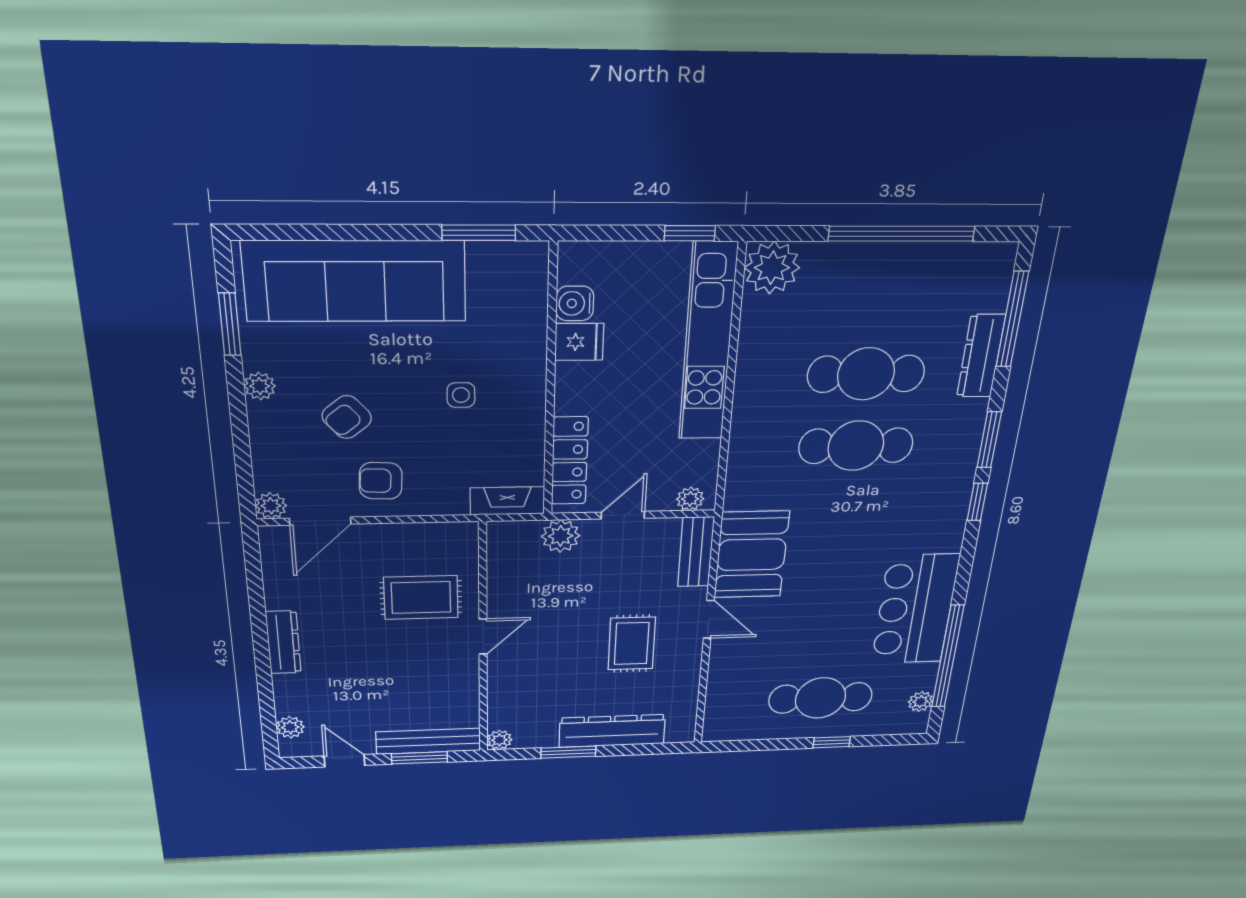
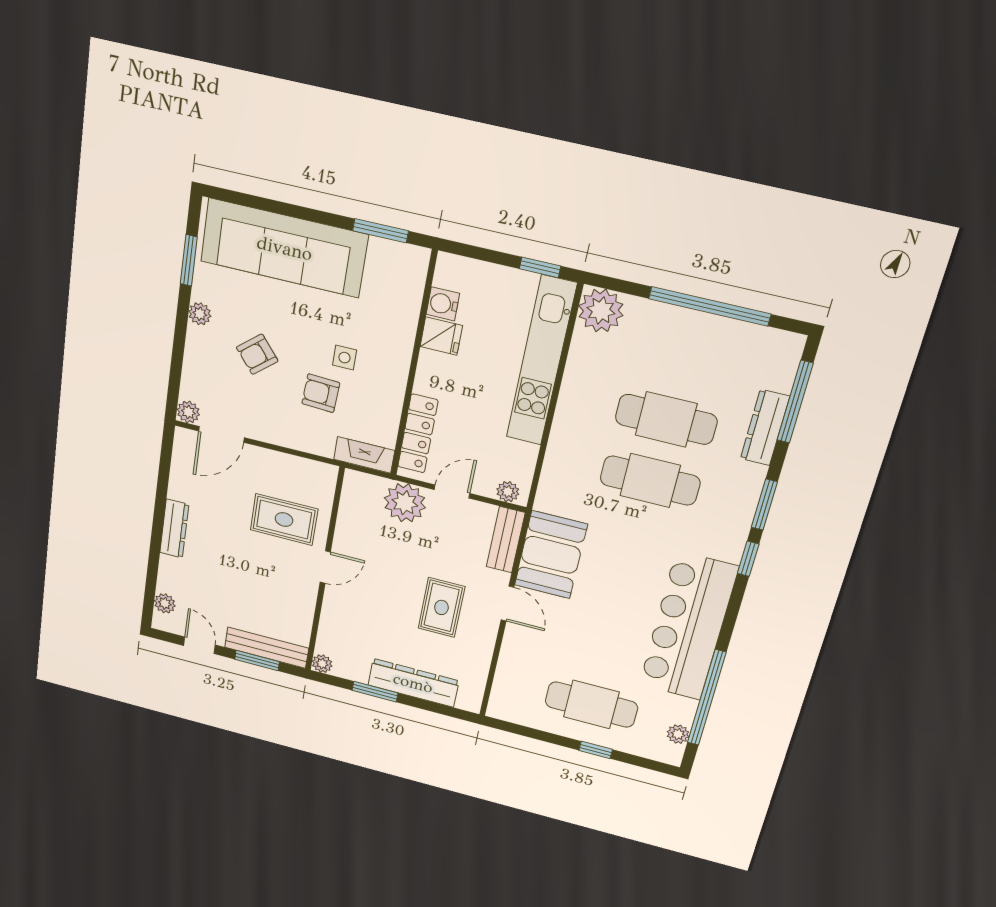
armchair: (381, 481) -> (321, 393), moved
plant: (561, 536) -> (405, 503), width x1.36, depth x1.36
bar counter: (915, 609) -> (688, 627), width x1.36

